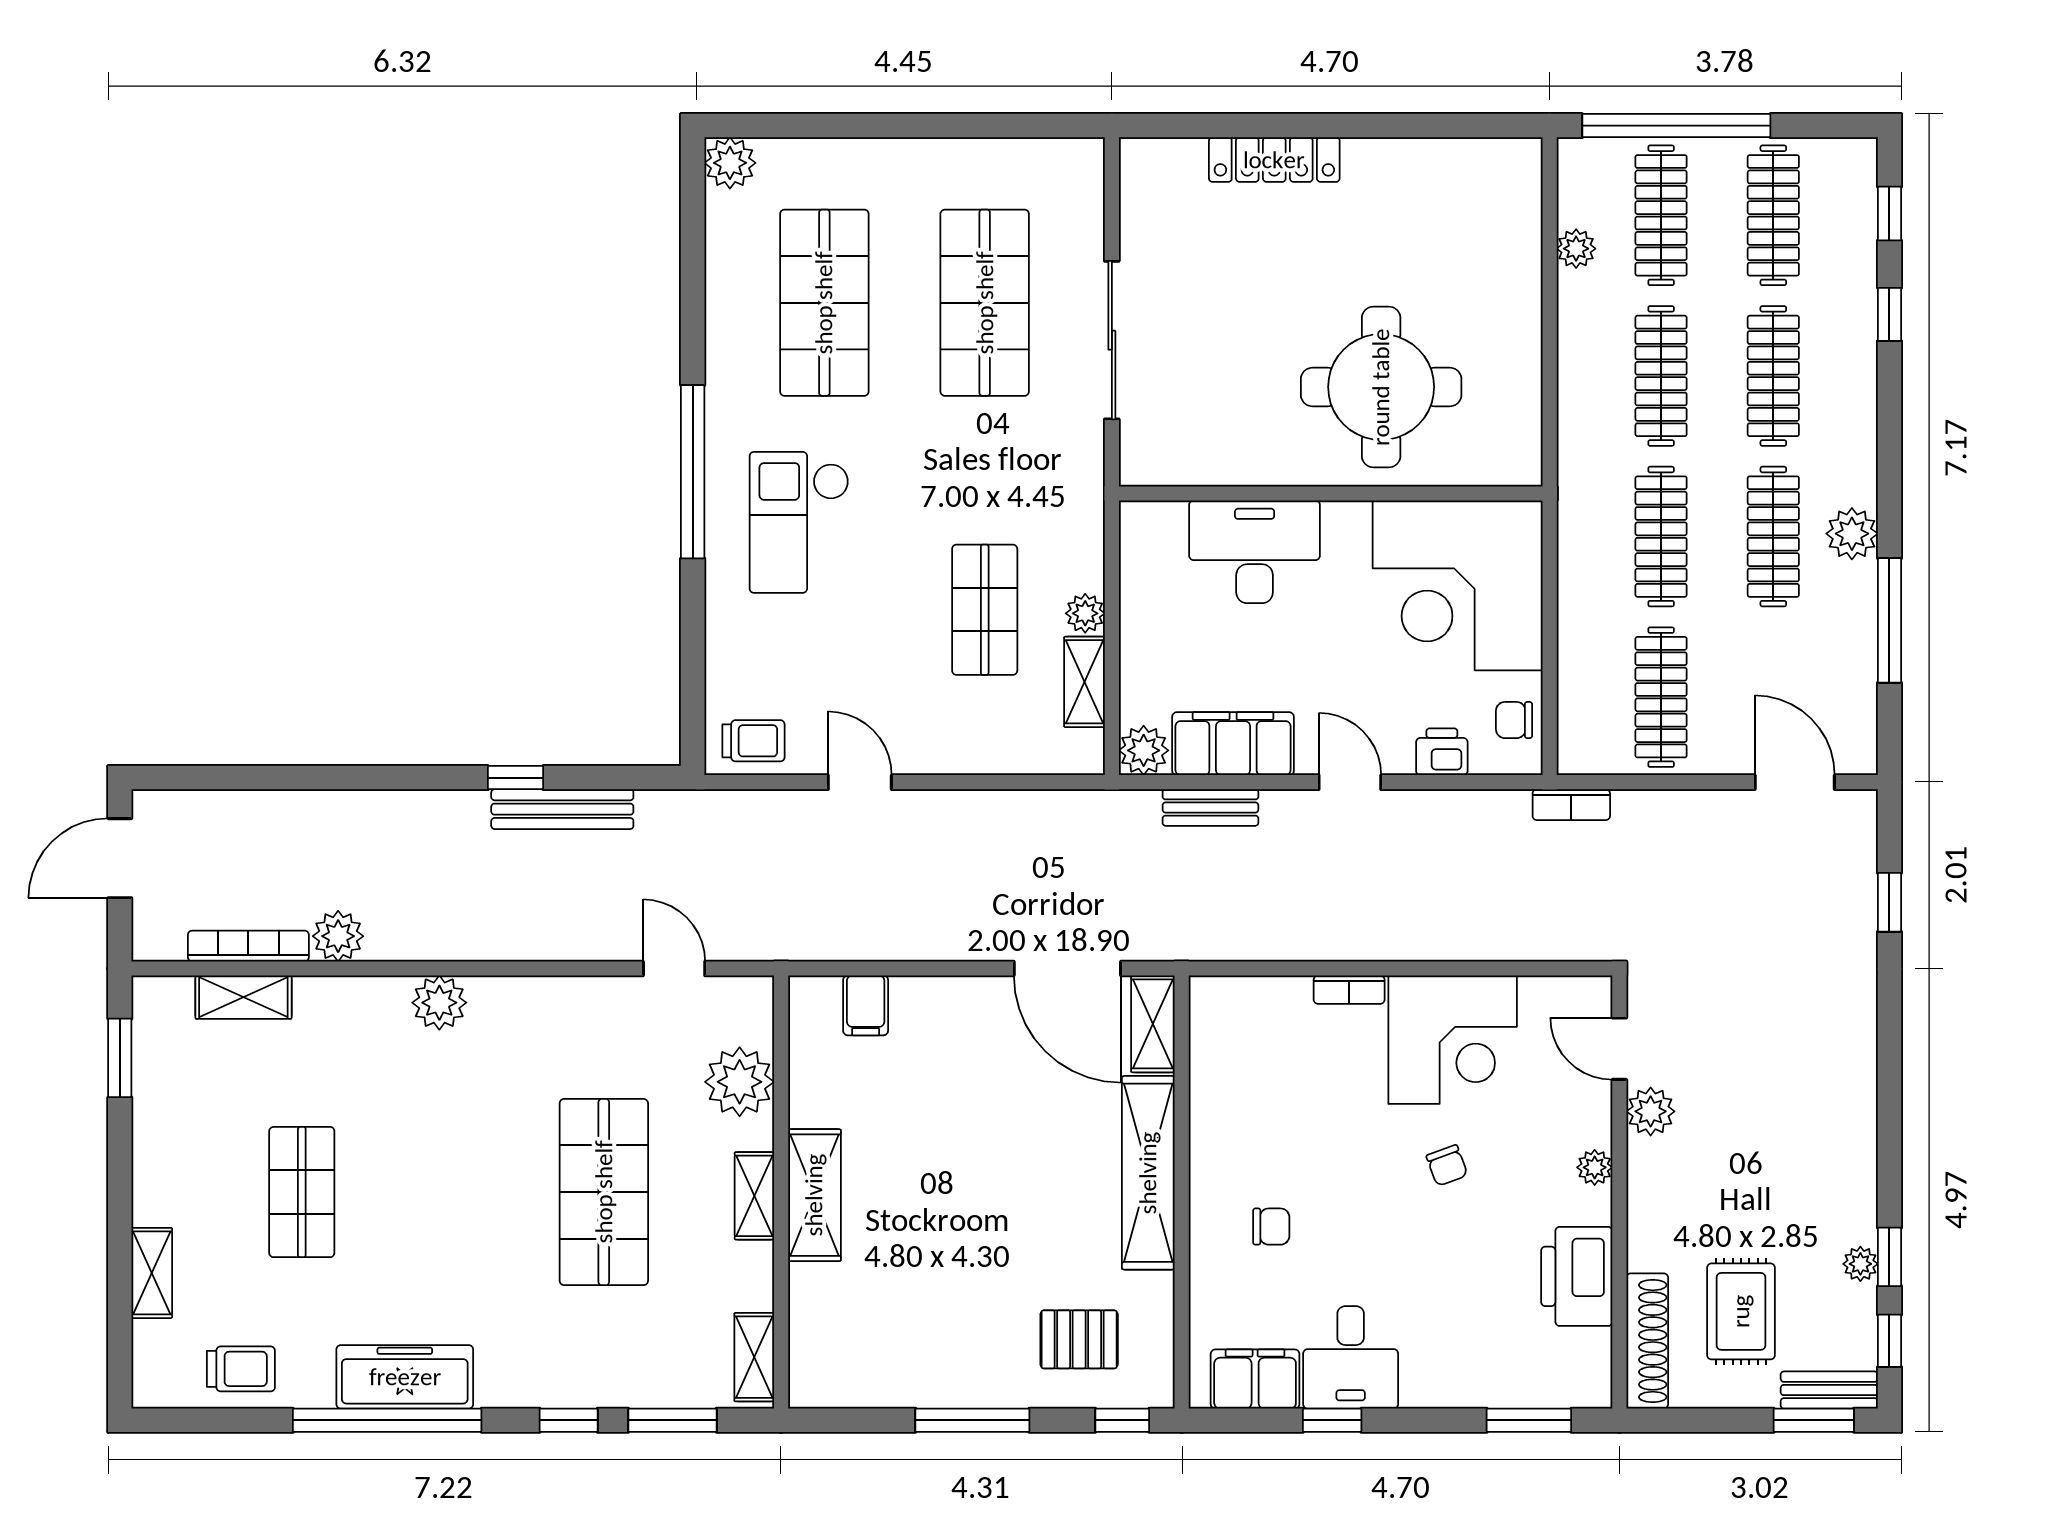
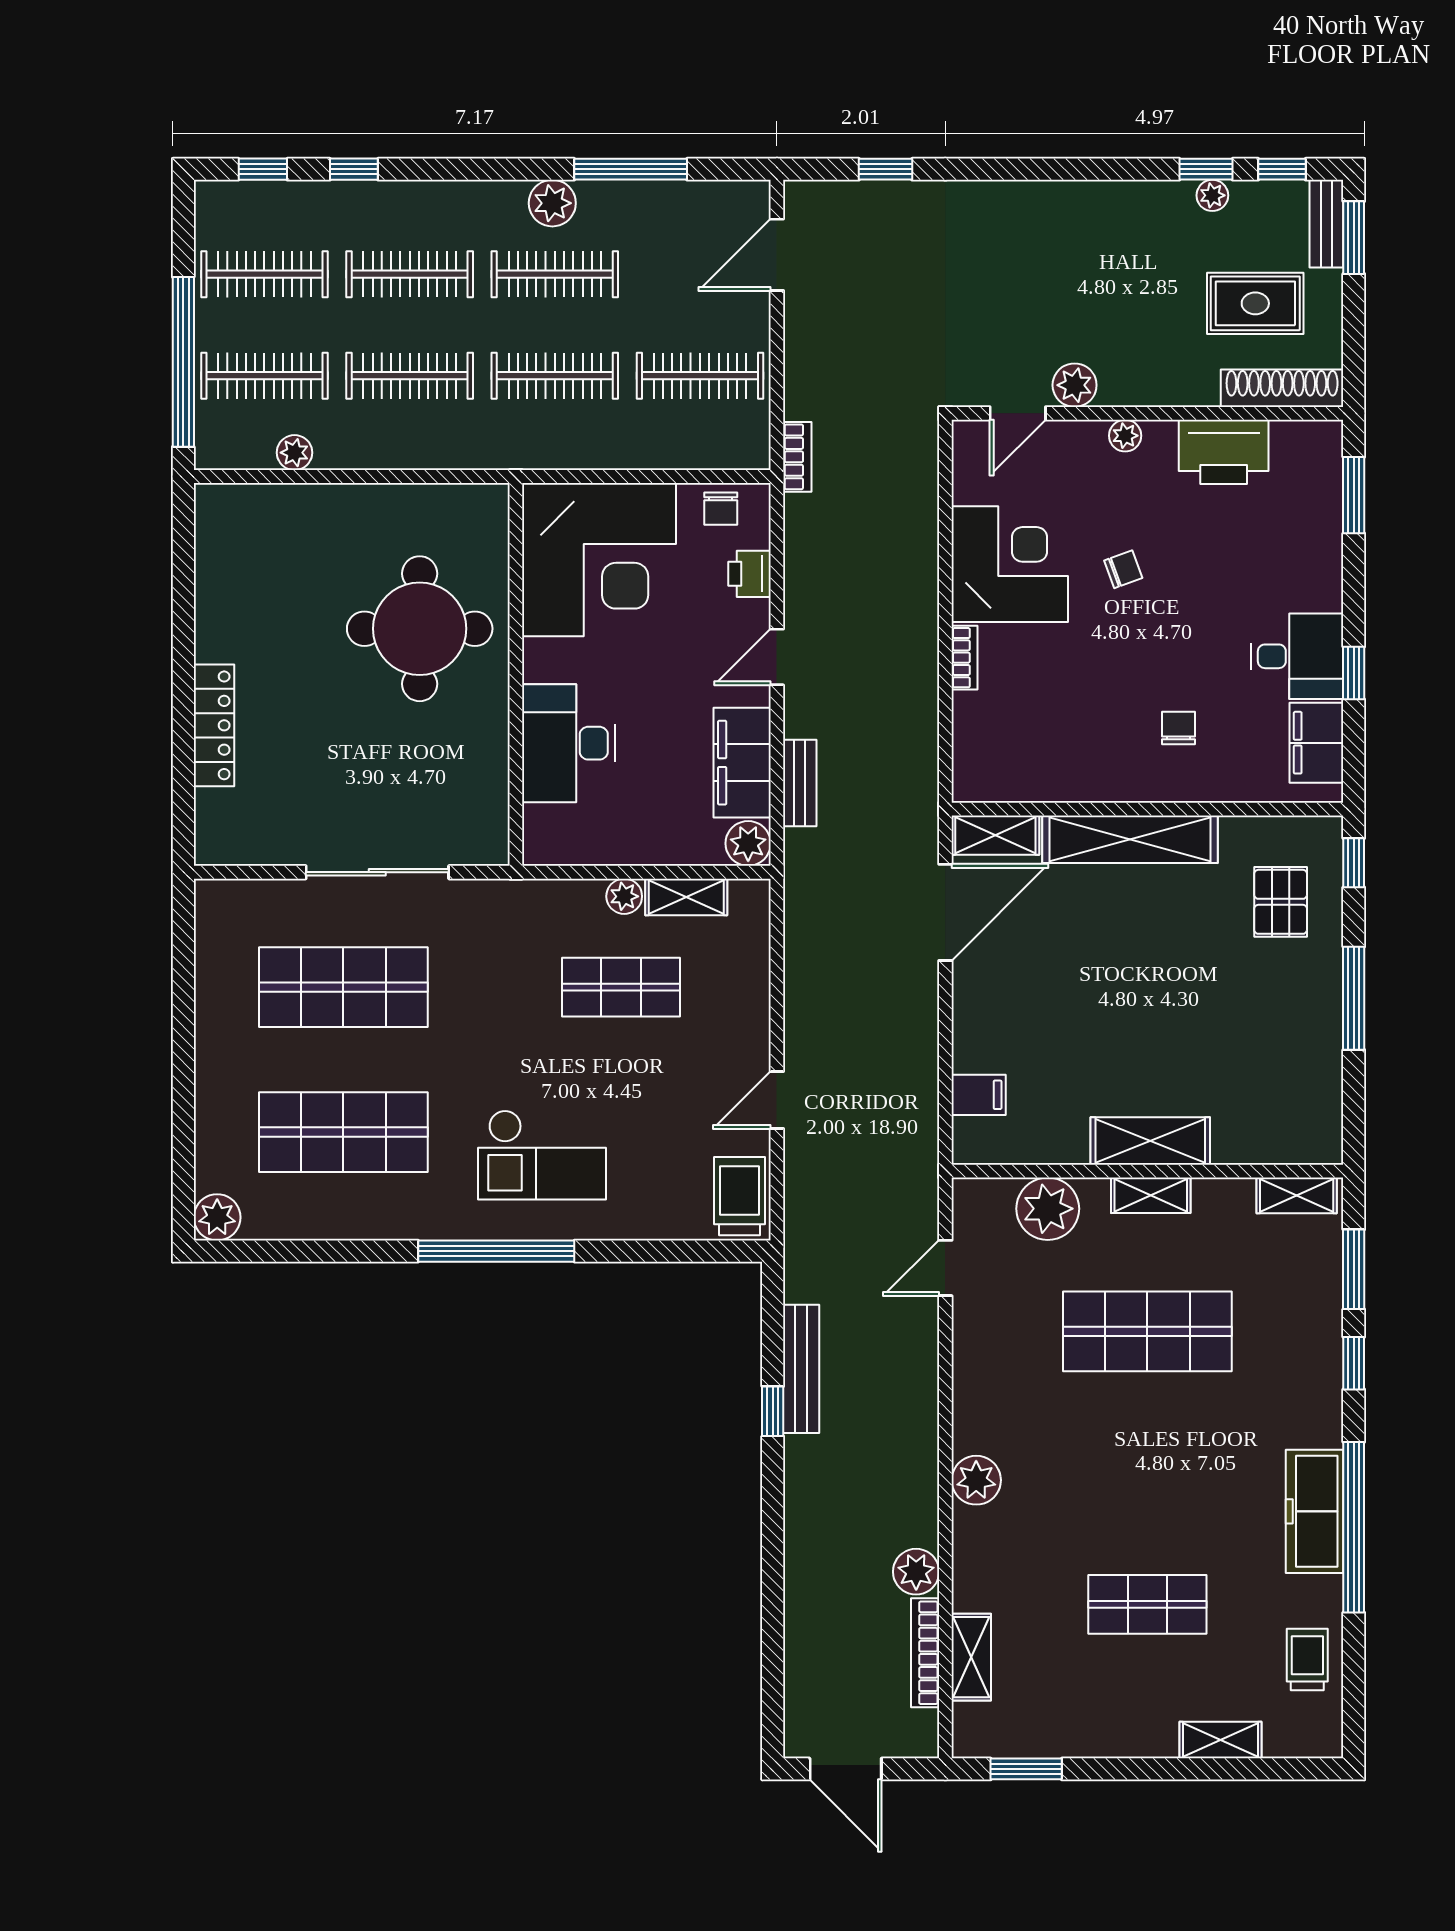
trolley: (754, 741) -> (739, 1196), width x1.36, depth x1.39

